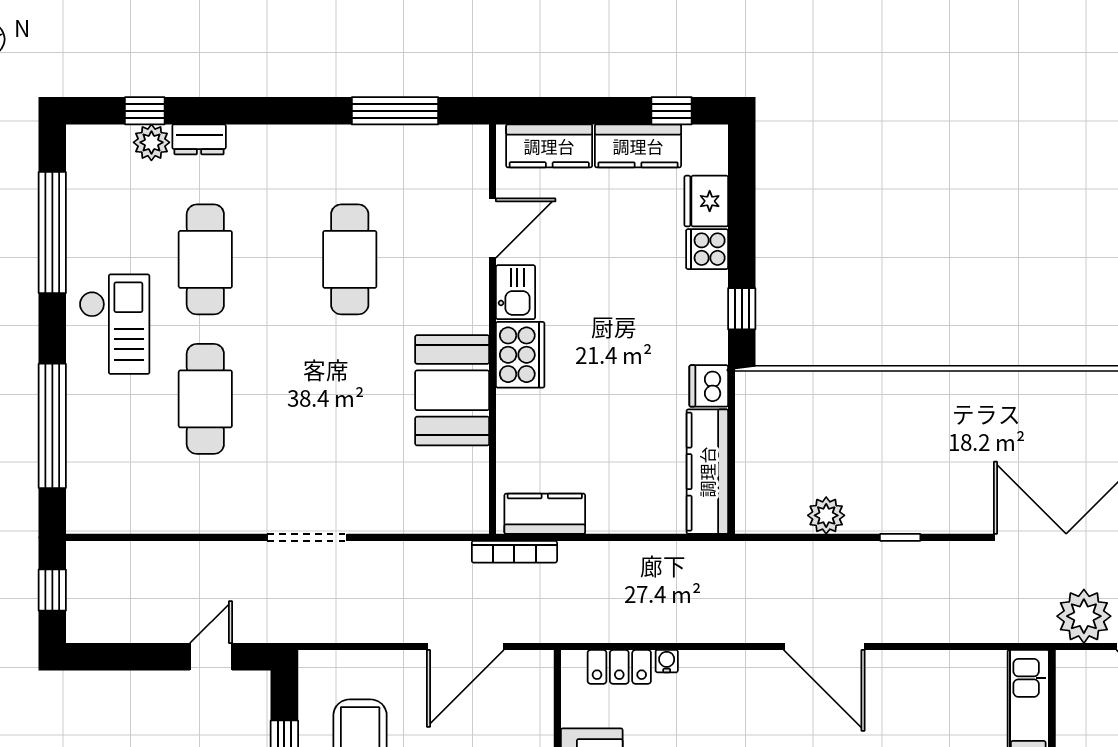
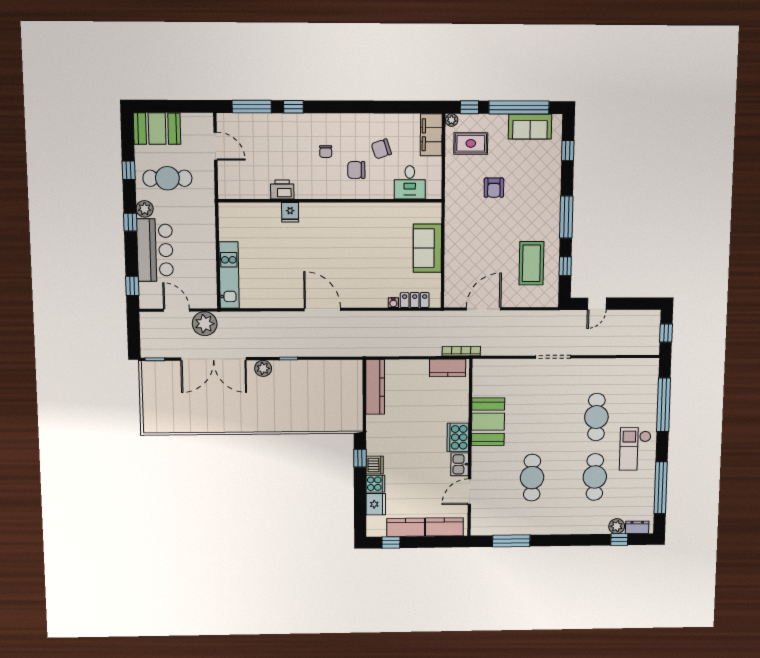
dresser: (199, 139) -> (637, 527), moved
dishwasher: (709, 386) -> (375, 465), moved
plant: (826, 515) -> (263, 368), moved

